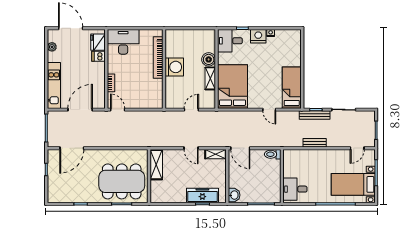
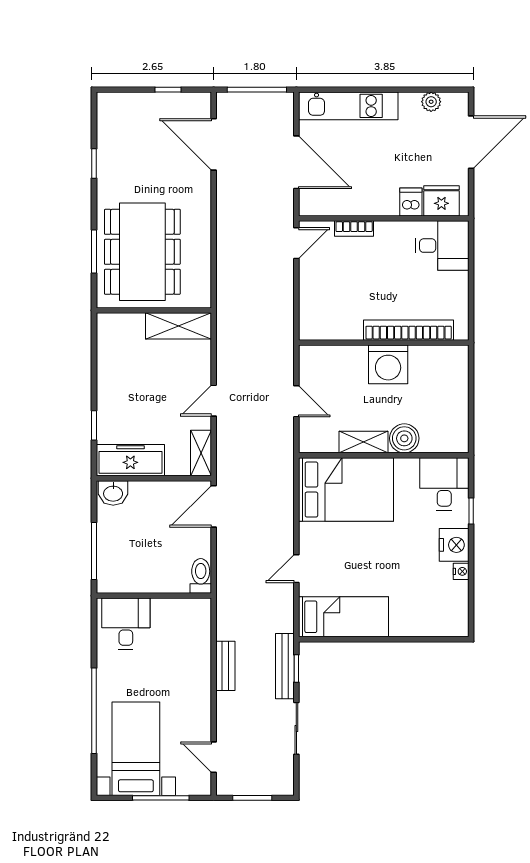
desk: (123, 42) -> (442, 246), width x0.73
freezer: (202, 195) -> (130, 460), moved, turned -90

